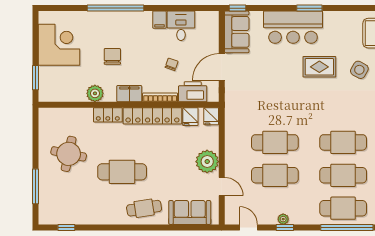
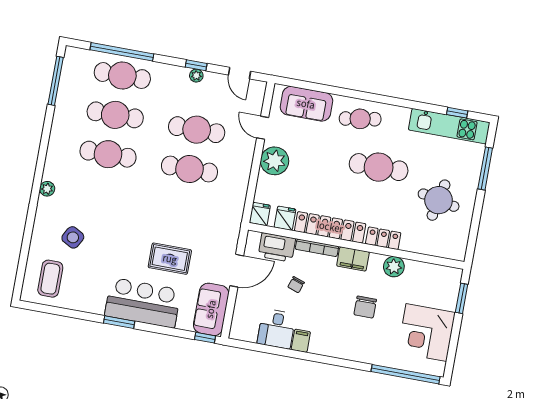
window: (115, 8) -> (406, 374), moved
rug: (319, 67) -> (170, 259), moved
kitchen unit: (71, 215) -> (449, 126), added

